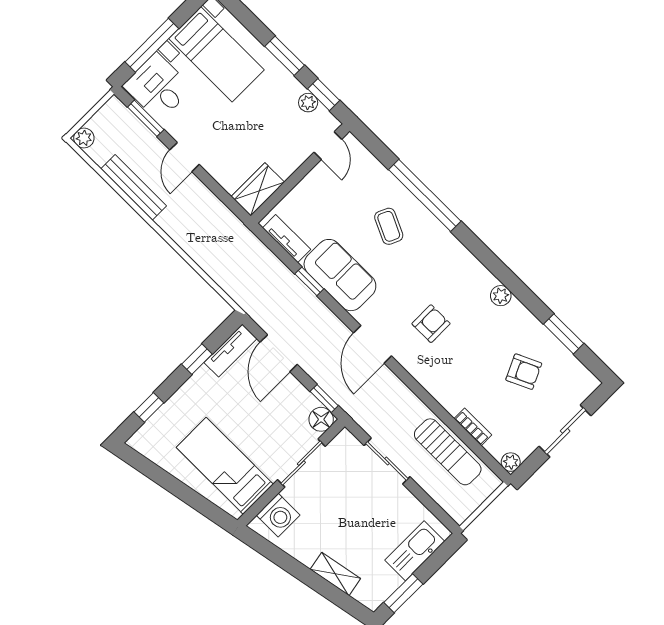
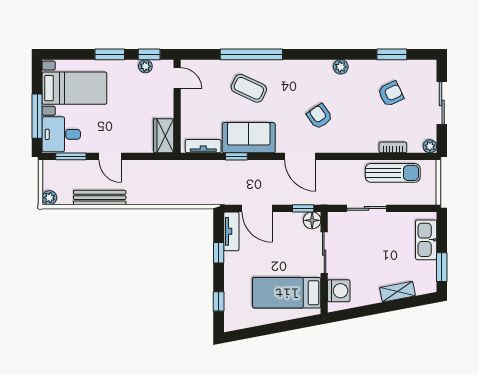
coffee table: (389, 226) -> (249, 88), width x1.36, depth x1.30
armchair: (431, 324) -> (319, 116), turned -35

